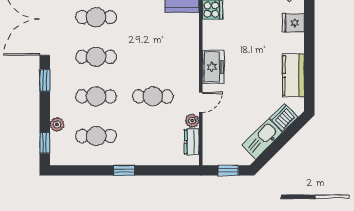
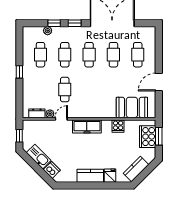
freezer: (213, 67) -> (87, 127), width x1.40
kitchen counter: (293, 75) -> (90, 176), moved
door: (201, 102) -> (61, 119), swing flipped
window: (45, 143) -> (54, 23), moved

